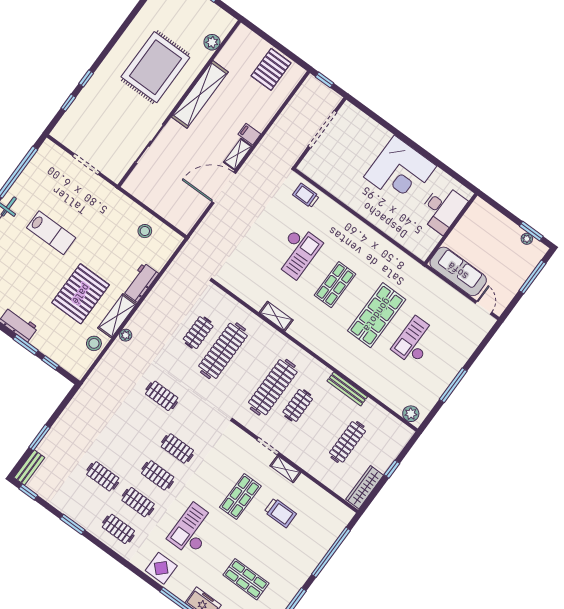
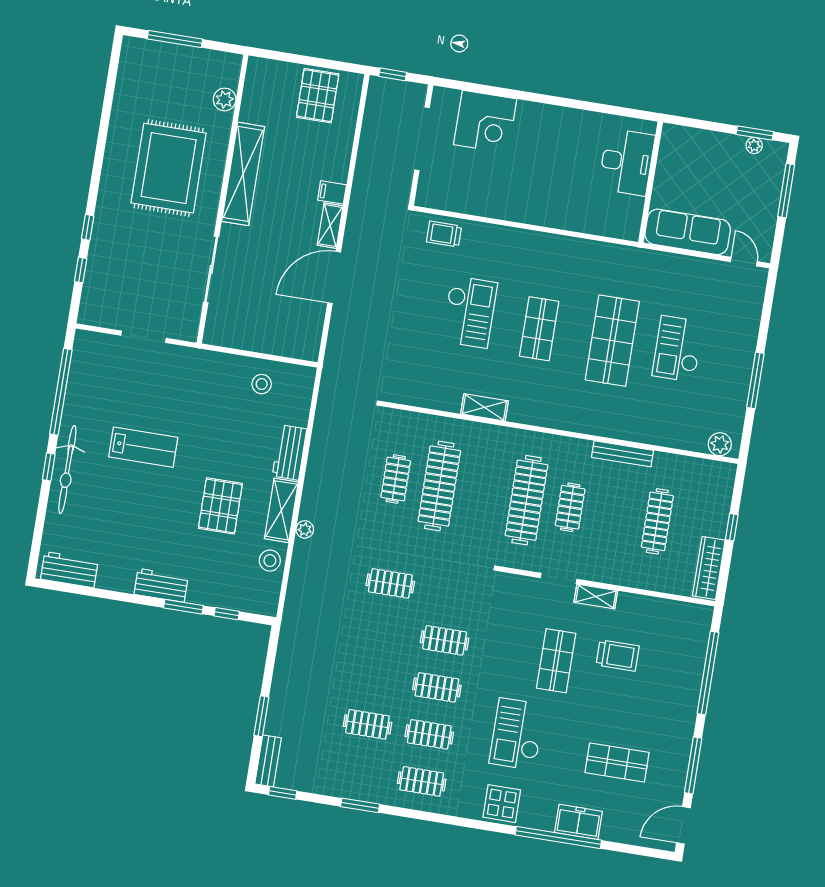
corner desk: (400, 172) -> (485, 122), moved, width x0.74, depth x0.74
pallet: (81, 294) -> (220, 506), width x0.73, depth x0.71

